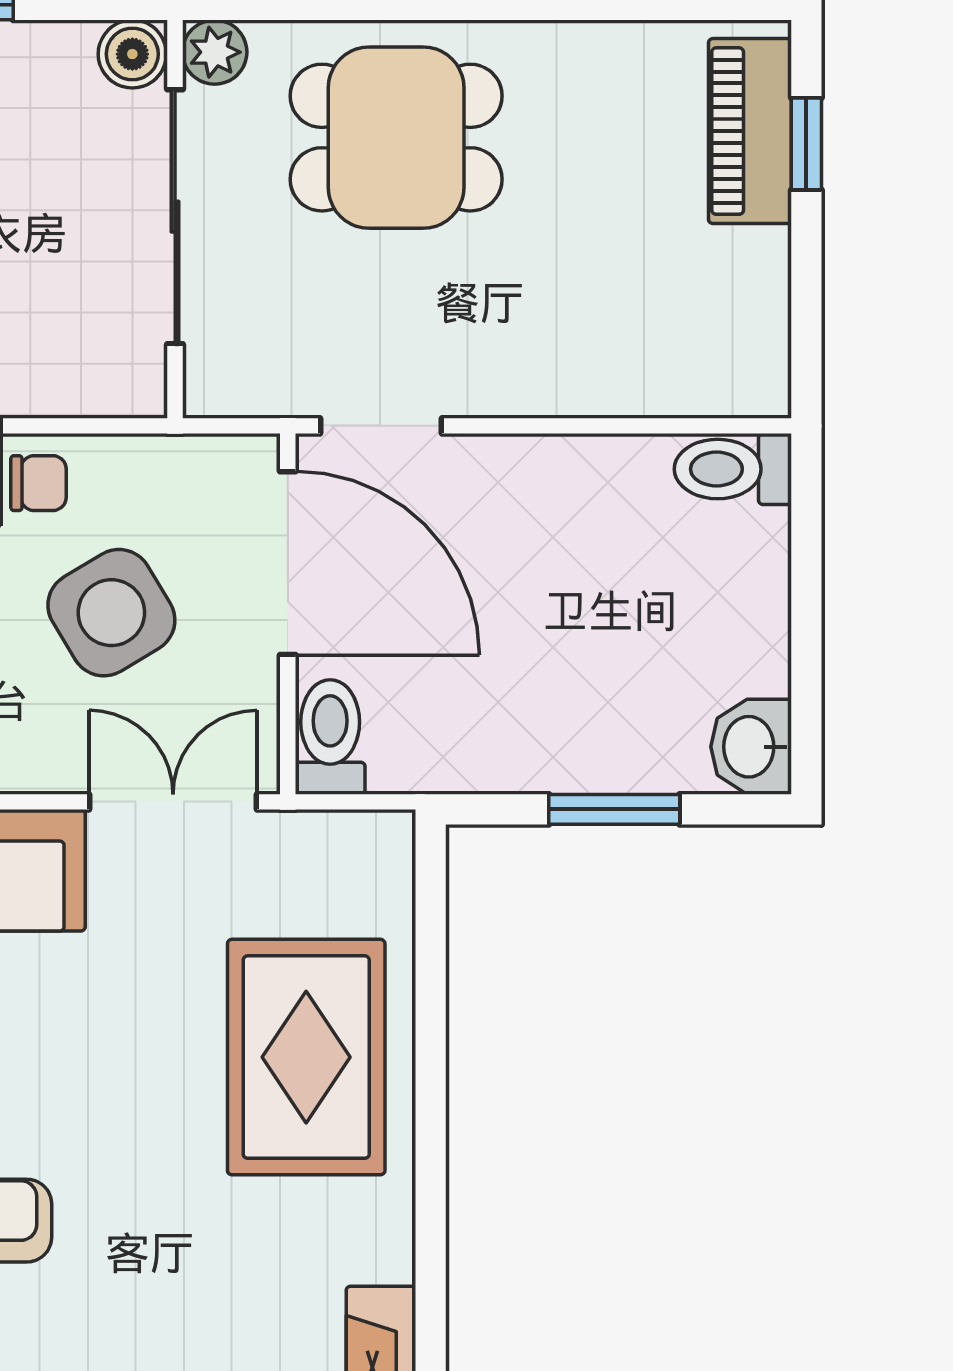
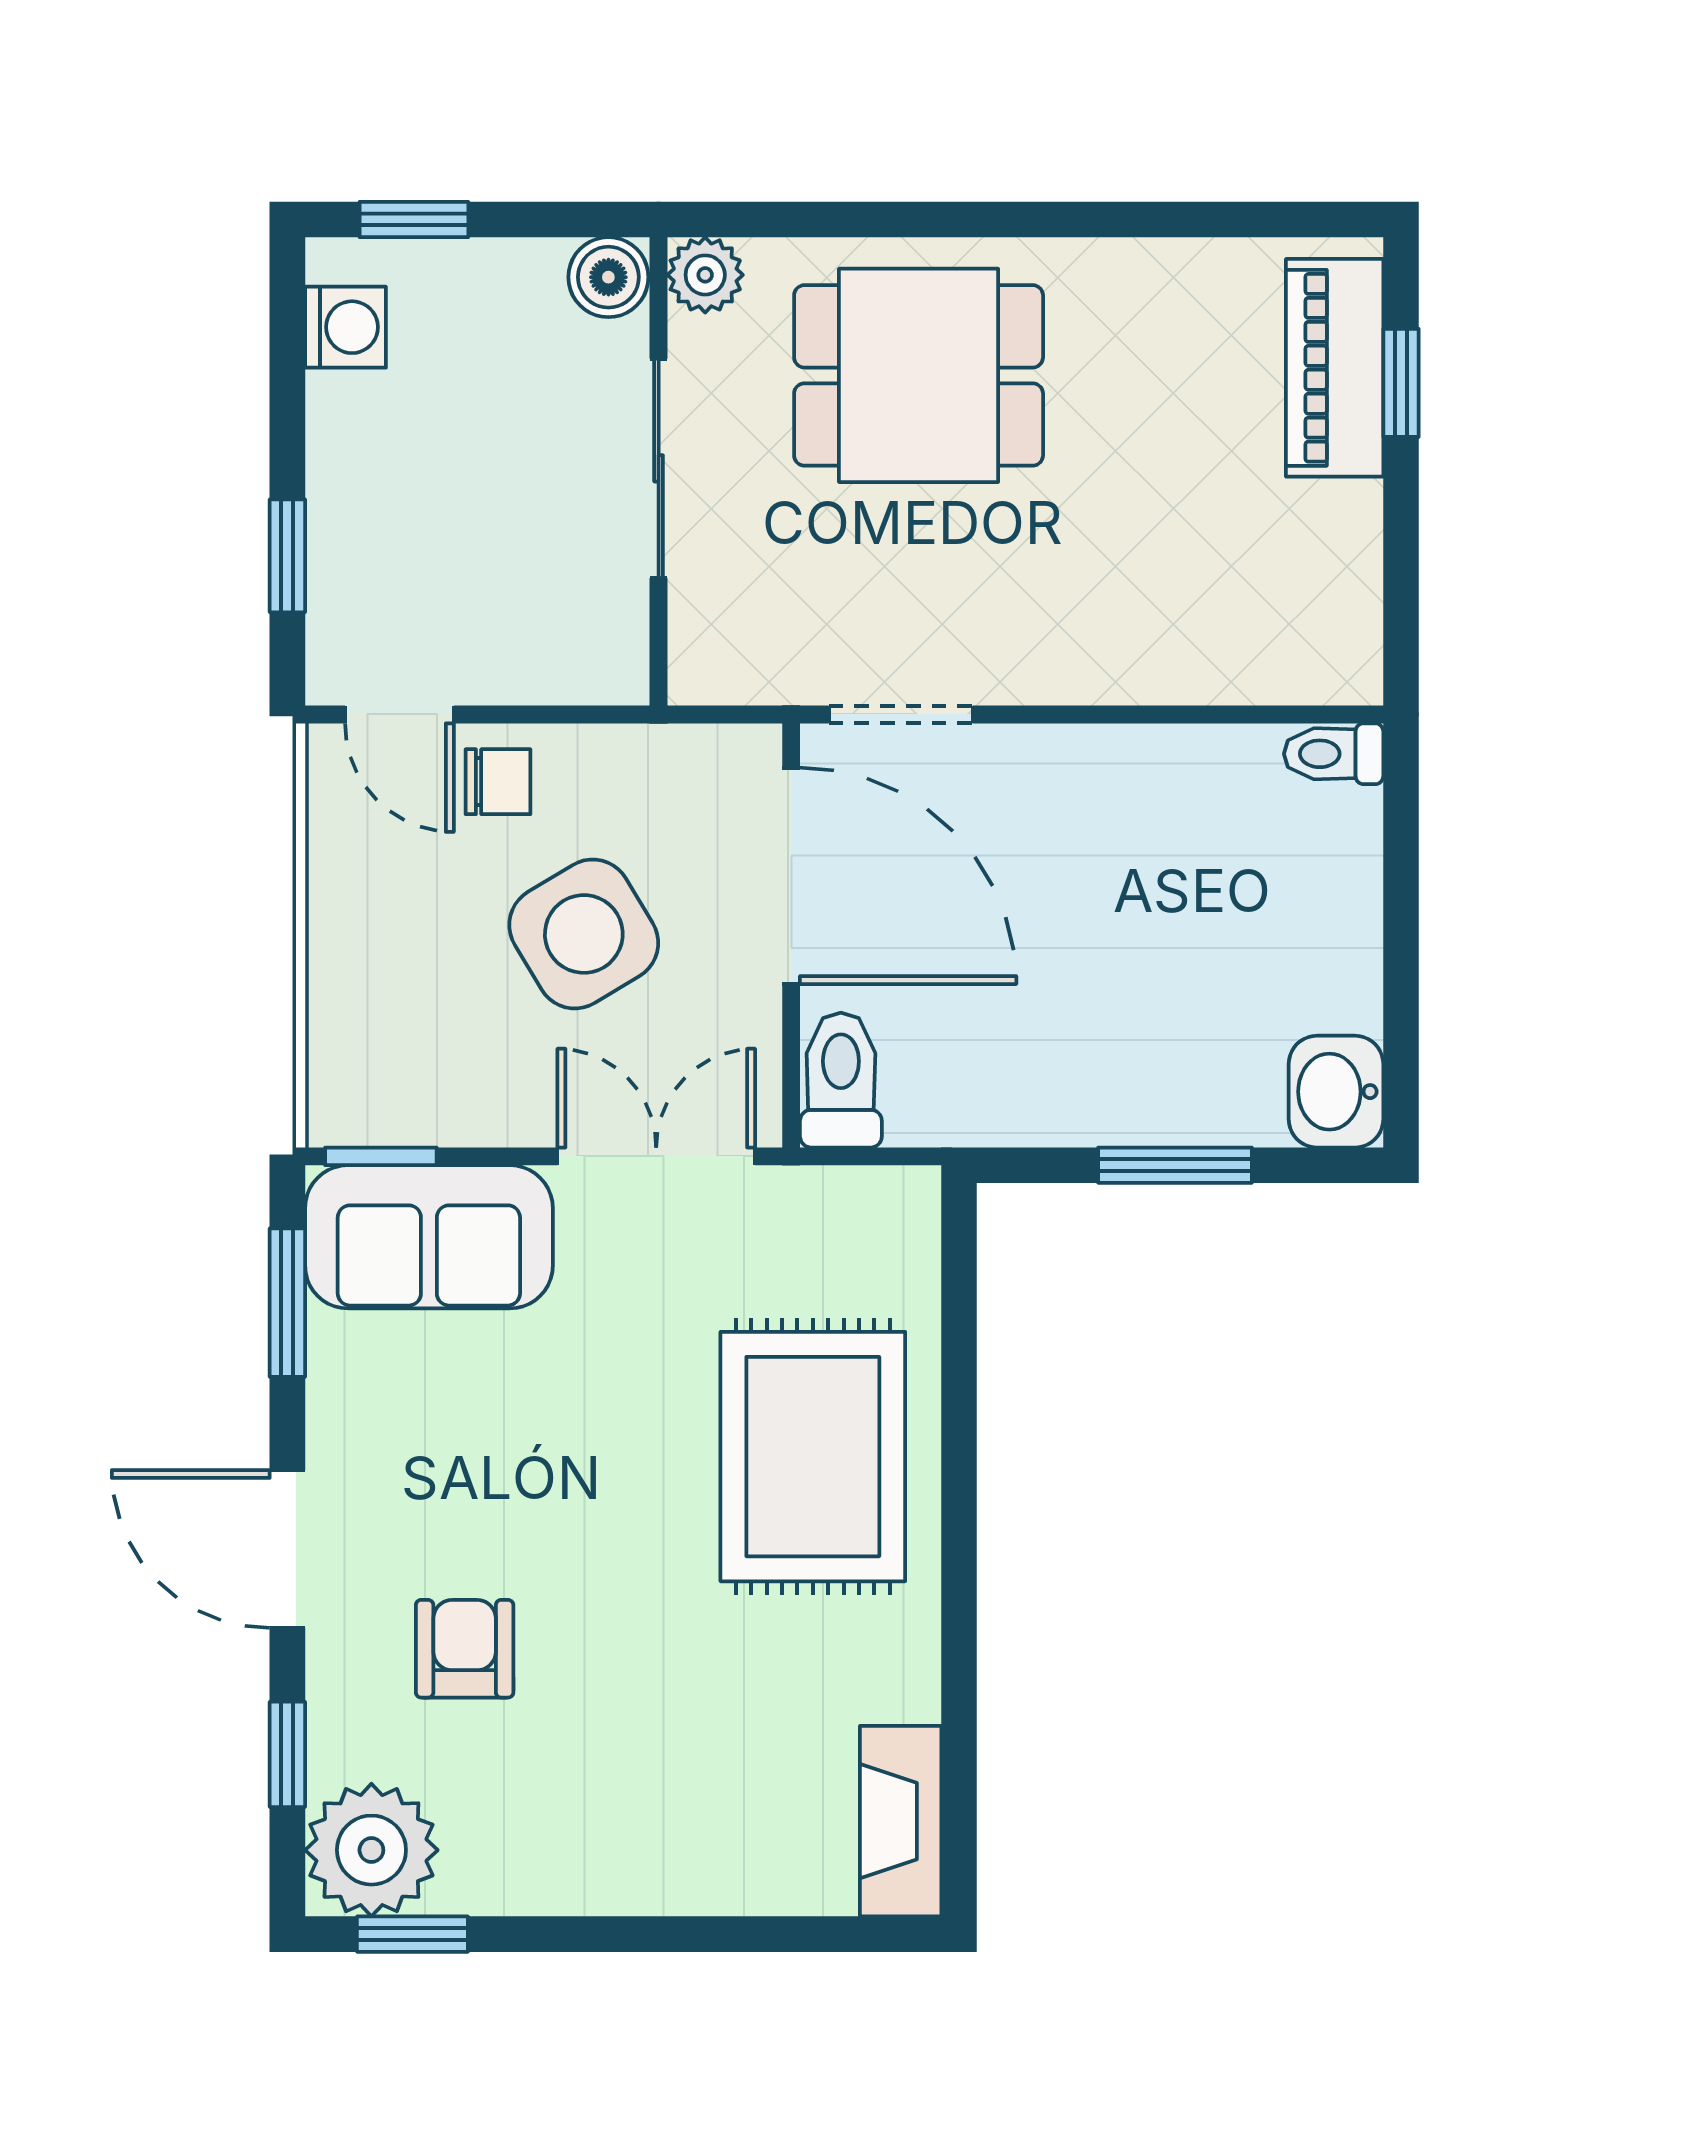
sliding door: (175, 217) -> (659, 468), width x0.73
toilet: (733, 469) -> (1334, 754), width x0.73, depth x0.72

